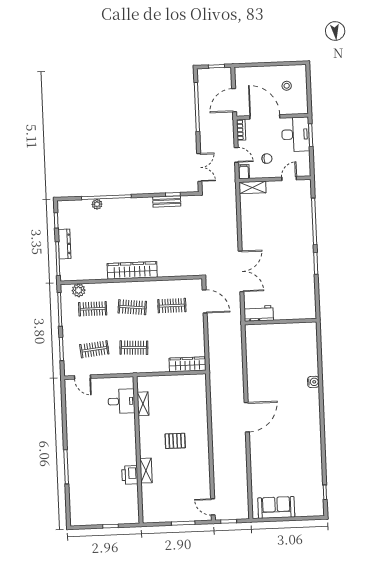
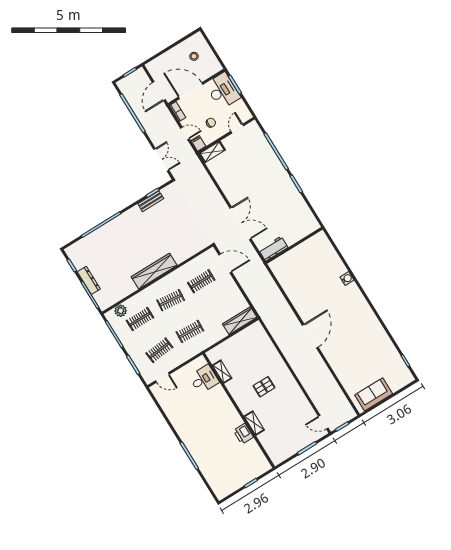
plant: (97, 204) -> (97, 234), removed

